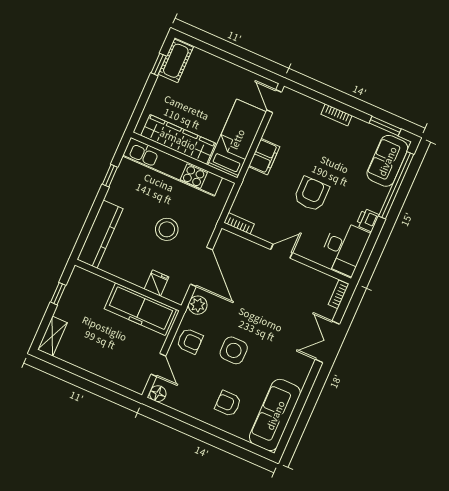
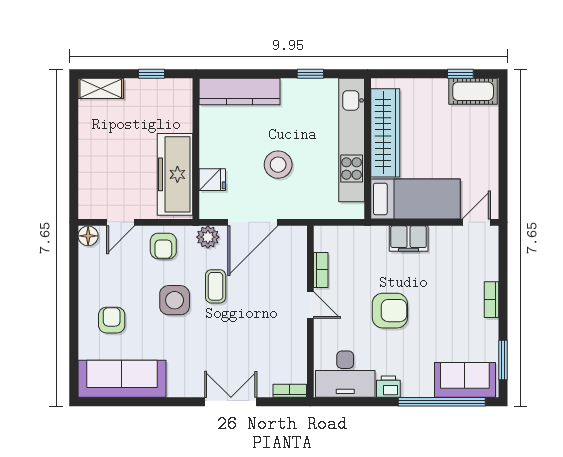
bookcase: (239, 223) -> (321, 270), moved
coffee table: (237, 315) -> (216, 286), added

